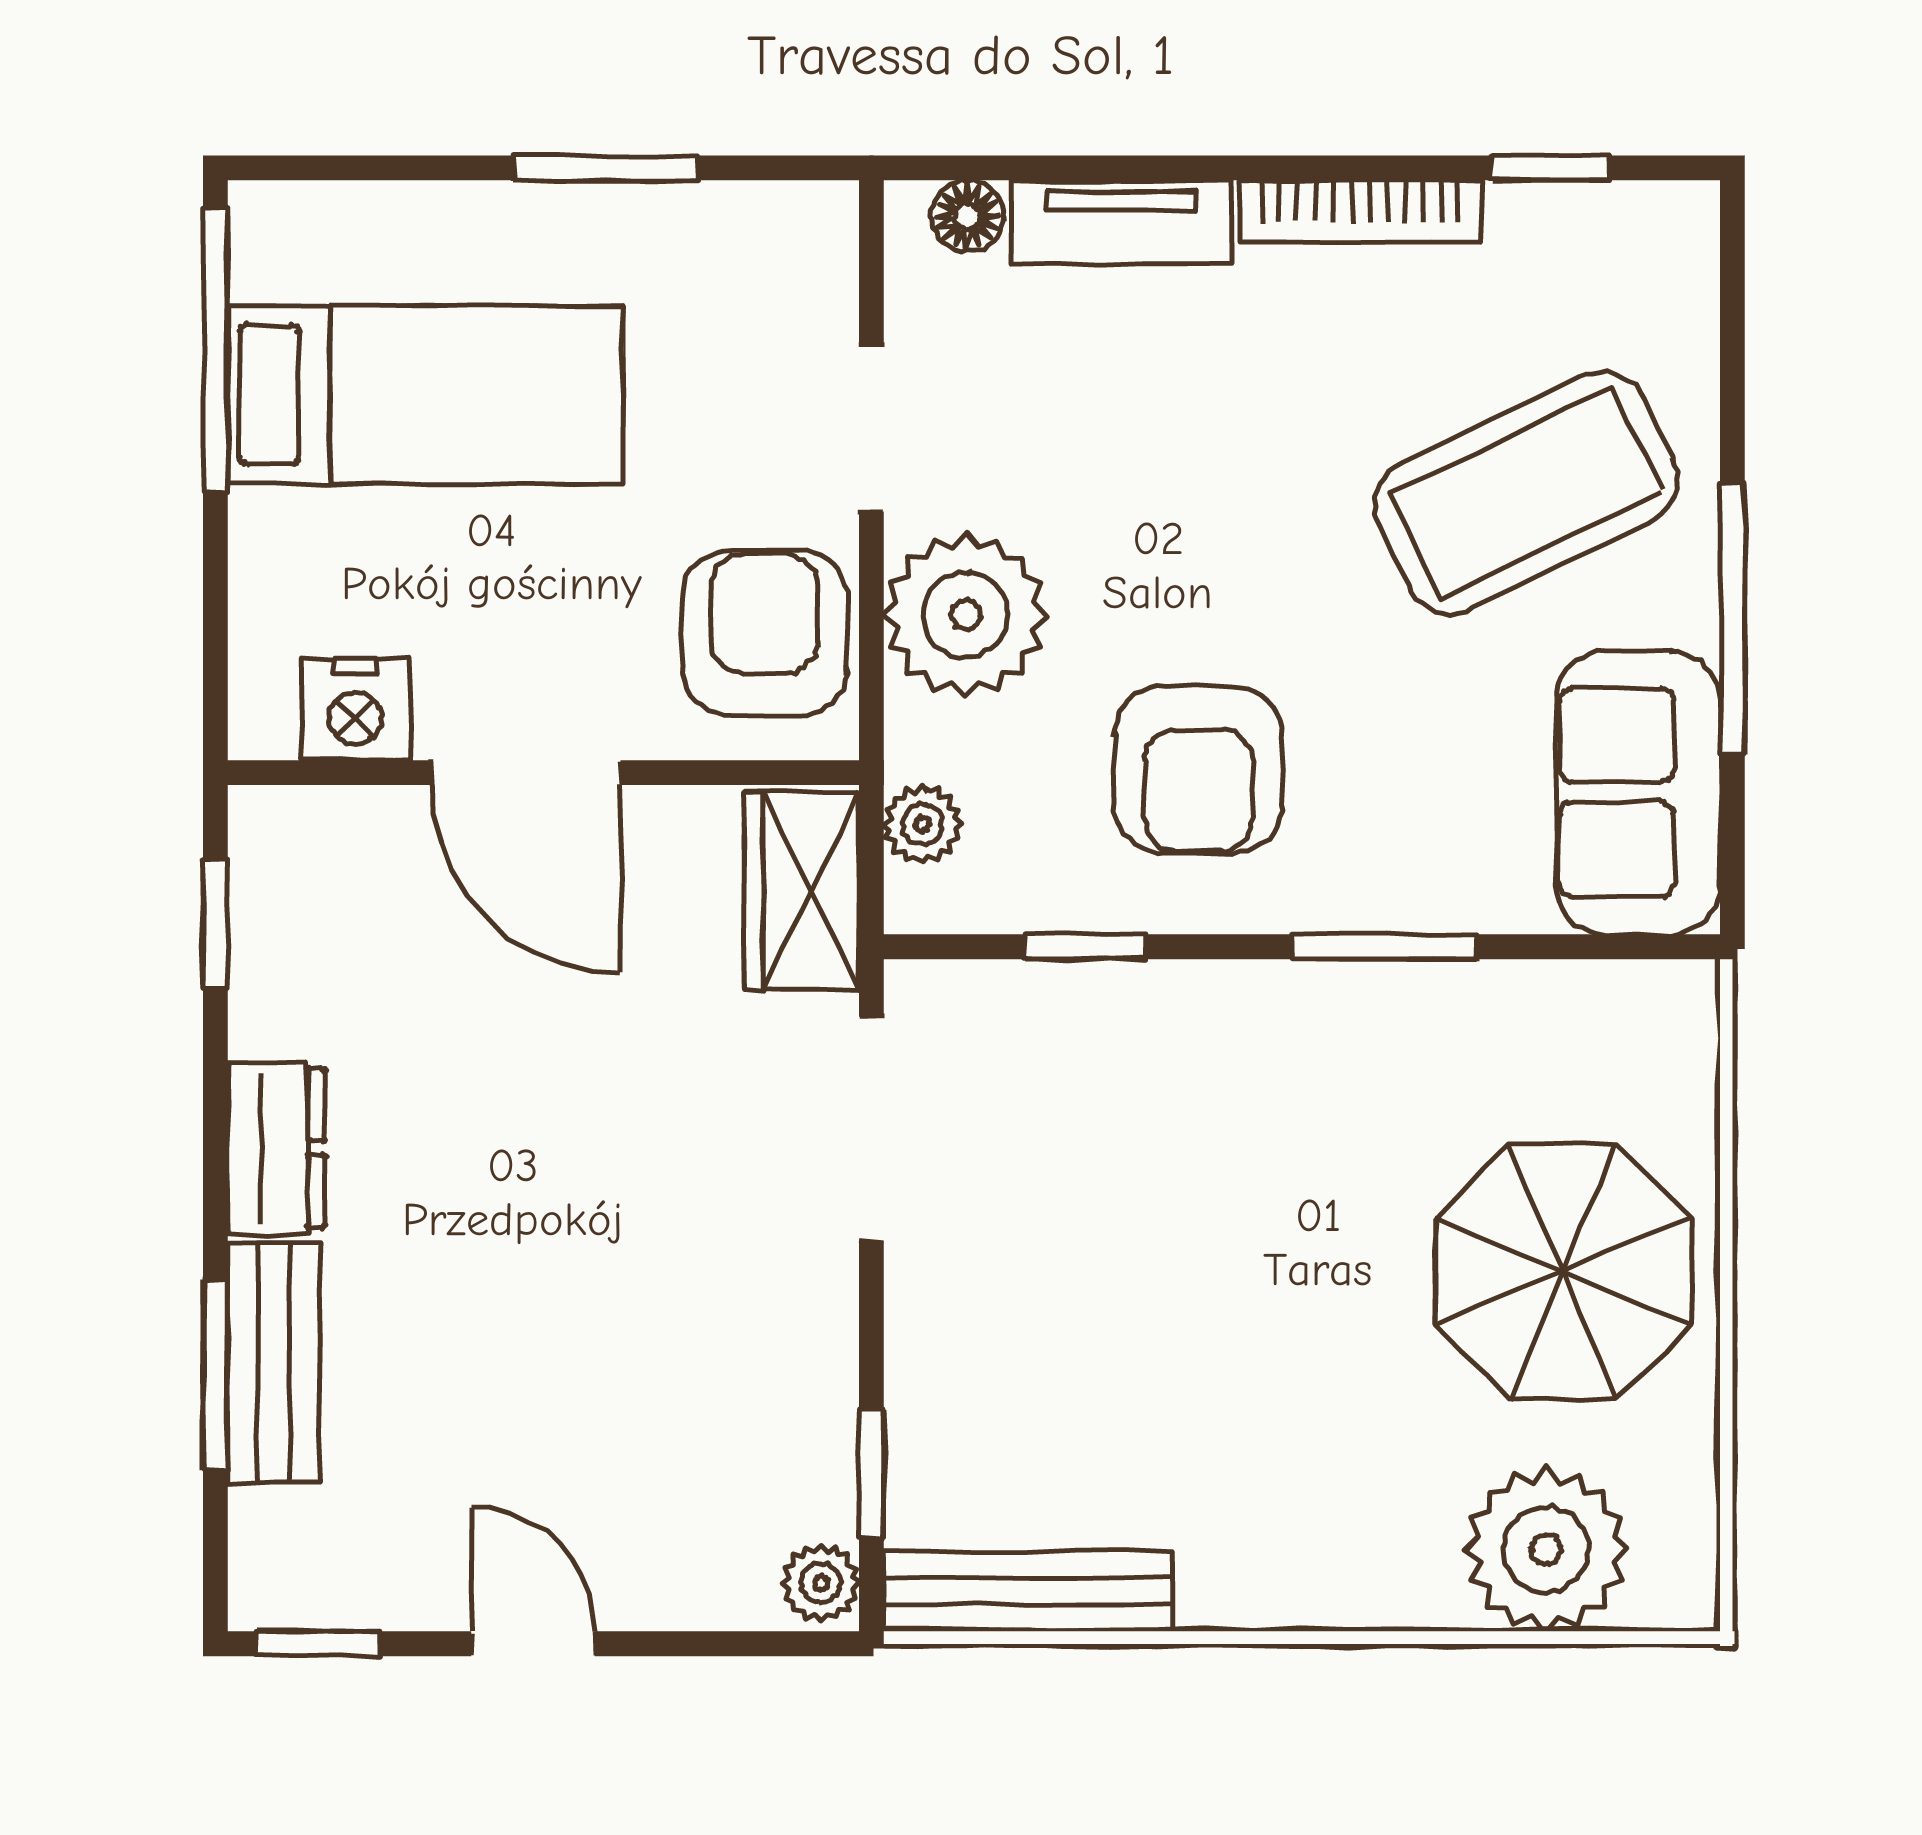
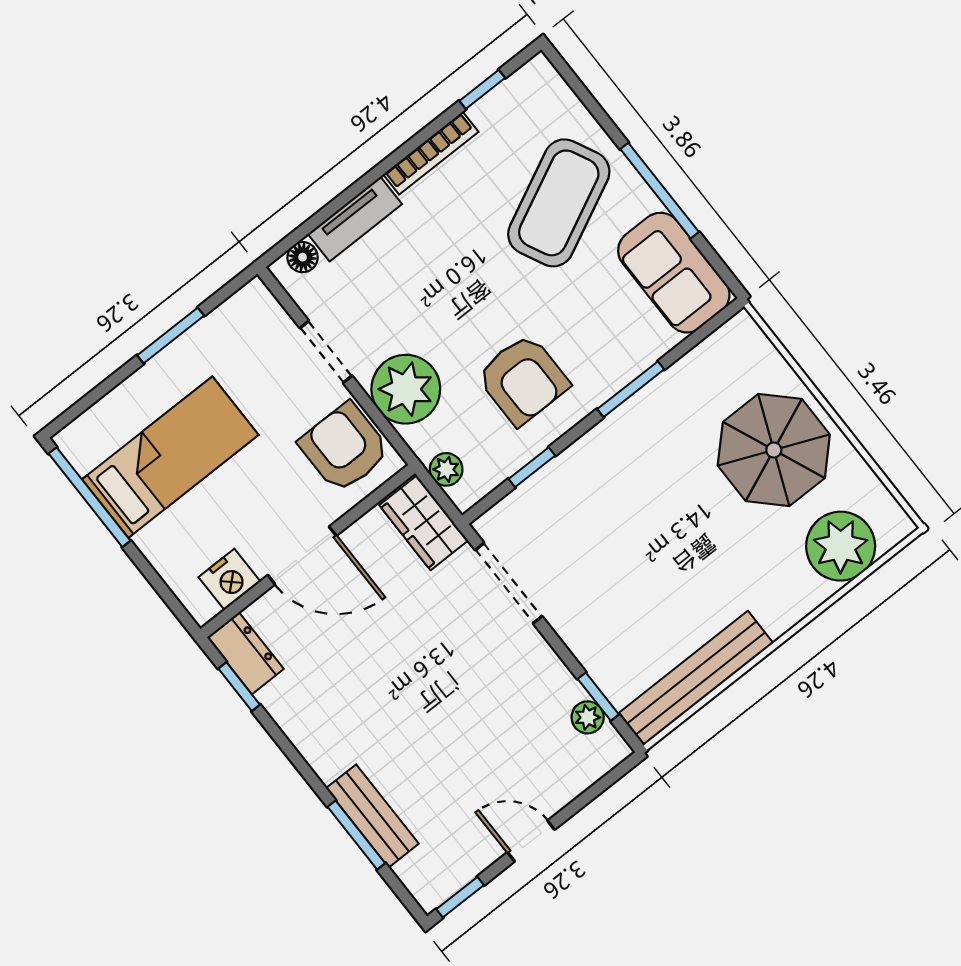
dresser: (276, 1148) -> (245, 653), moved
plant: (821, 1583) -> (588, 717), moved
bench: (1028, 1591) -> (696, 678), width x1.37, depth x1.21

